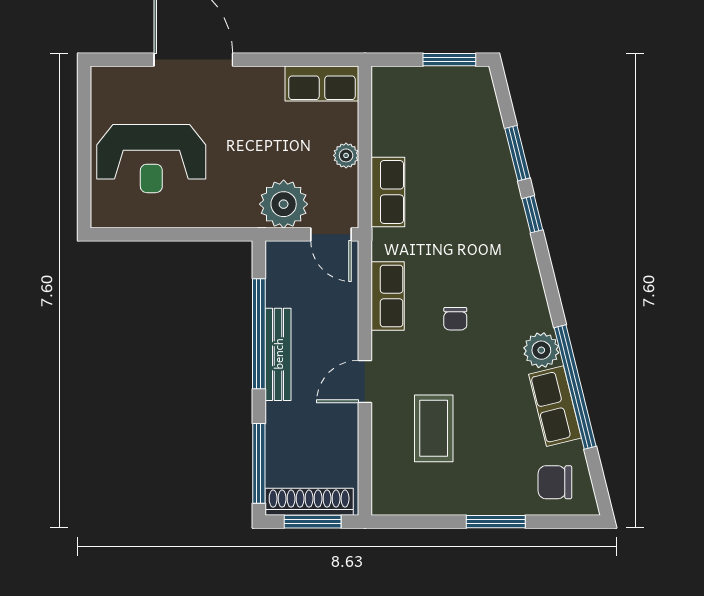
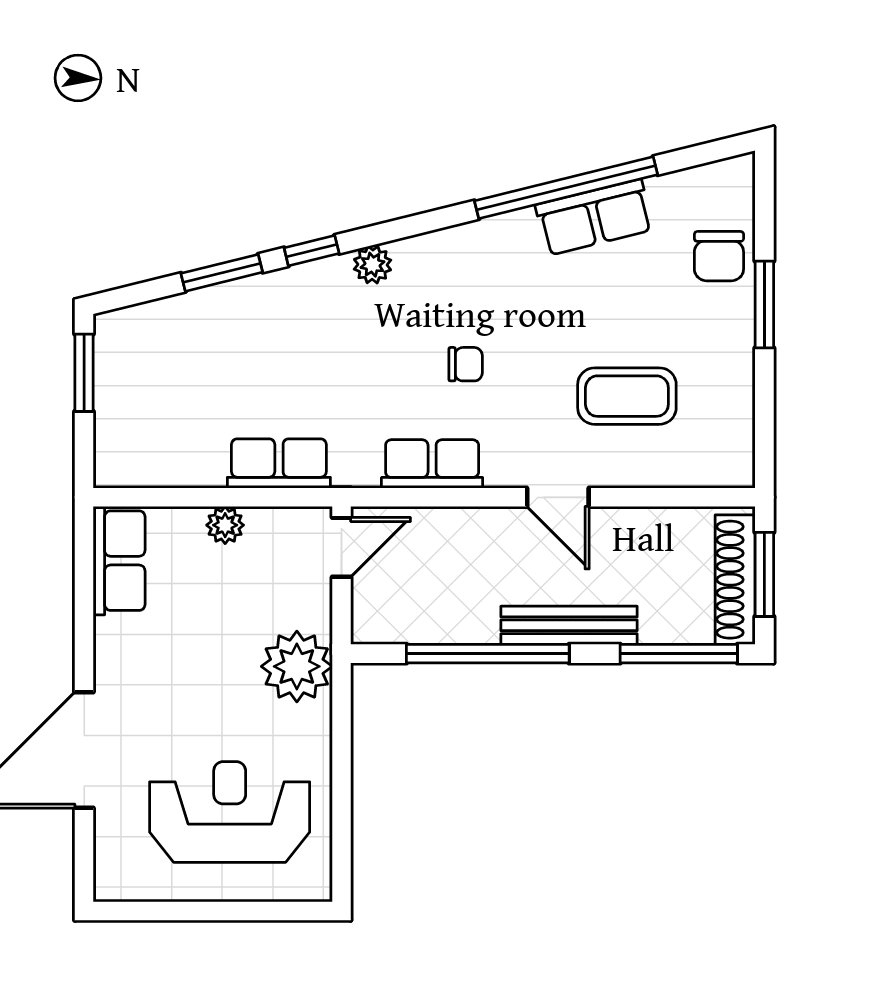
reception desk: (151, 159) -> (230, 812), turned -90
plant: (284, 204) -> (297, 666), moved
plant: (541, 350) -> (372, 265), moved, width x0.73, depth x0.73
bench: (278, 354) -> (569, 625), moved
chair: (555, 482) -> (719, 256), moved

